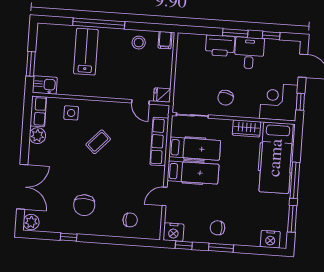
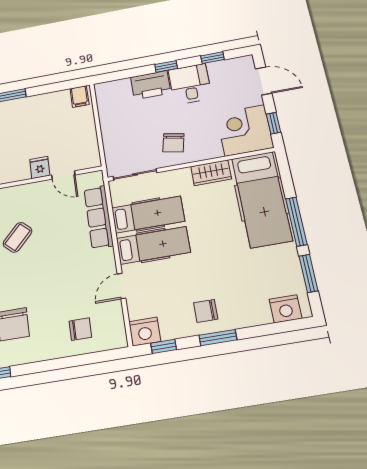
window: (235, 33) -> (166, 66), width x0.67
stool: (139, 43) -> (47, 107), removed
fridge: (162, 95) -> (40, 167), moved, turned 90

